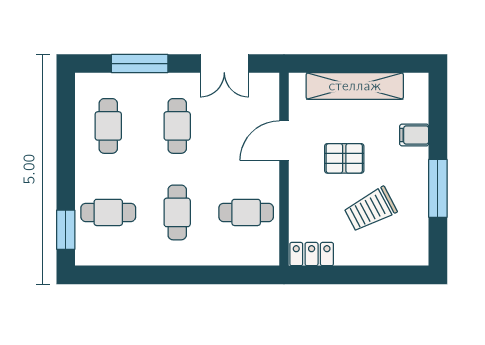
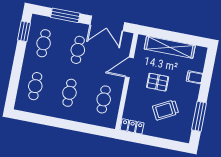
double door: (224, 64) -> (107, 23), width x1.37
window: (438, 188) -> (199, 116), moved
cafe table: (108, 212) -> (35, 86), turned 90
cafe table: (246, 212) -> (104, 99), turned 90
window: (66, 230) -> (24, 31), moved

